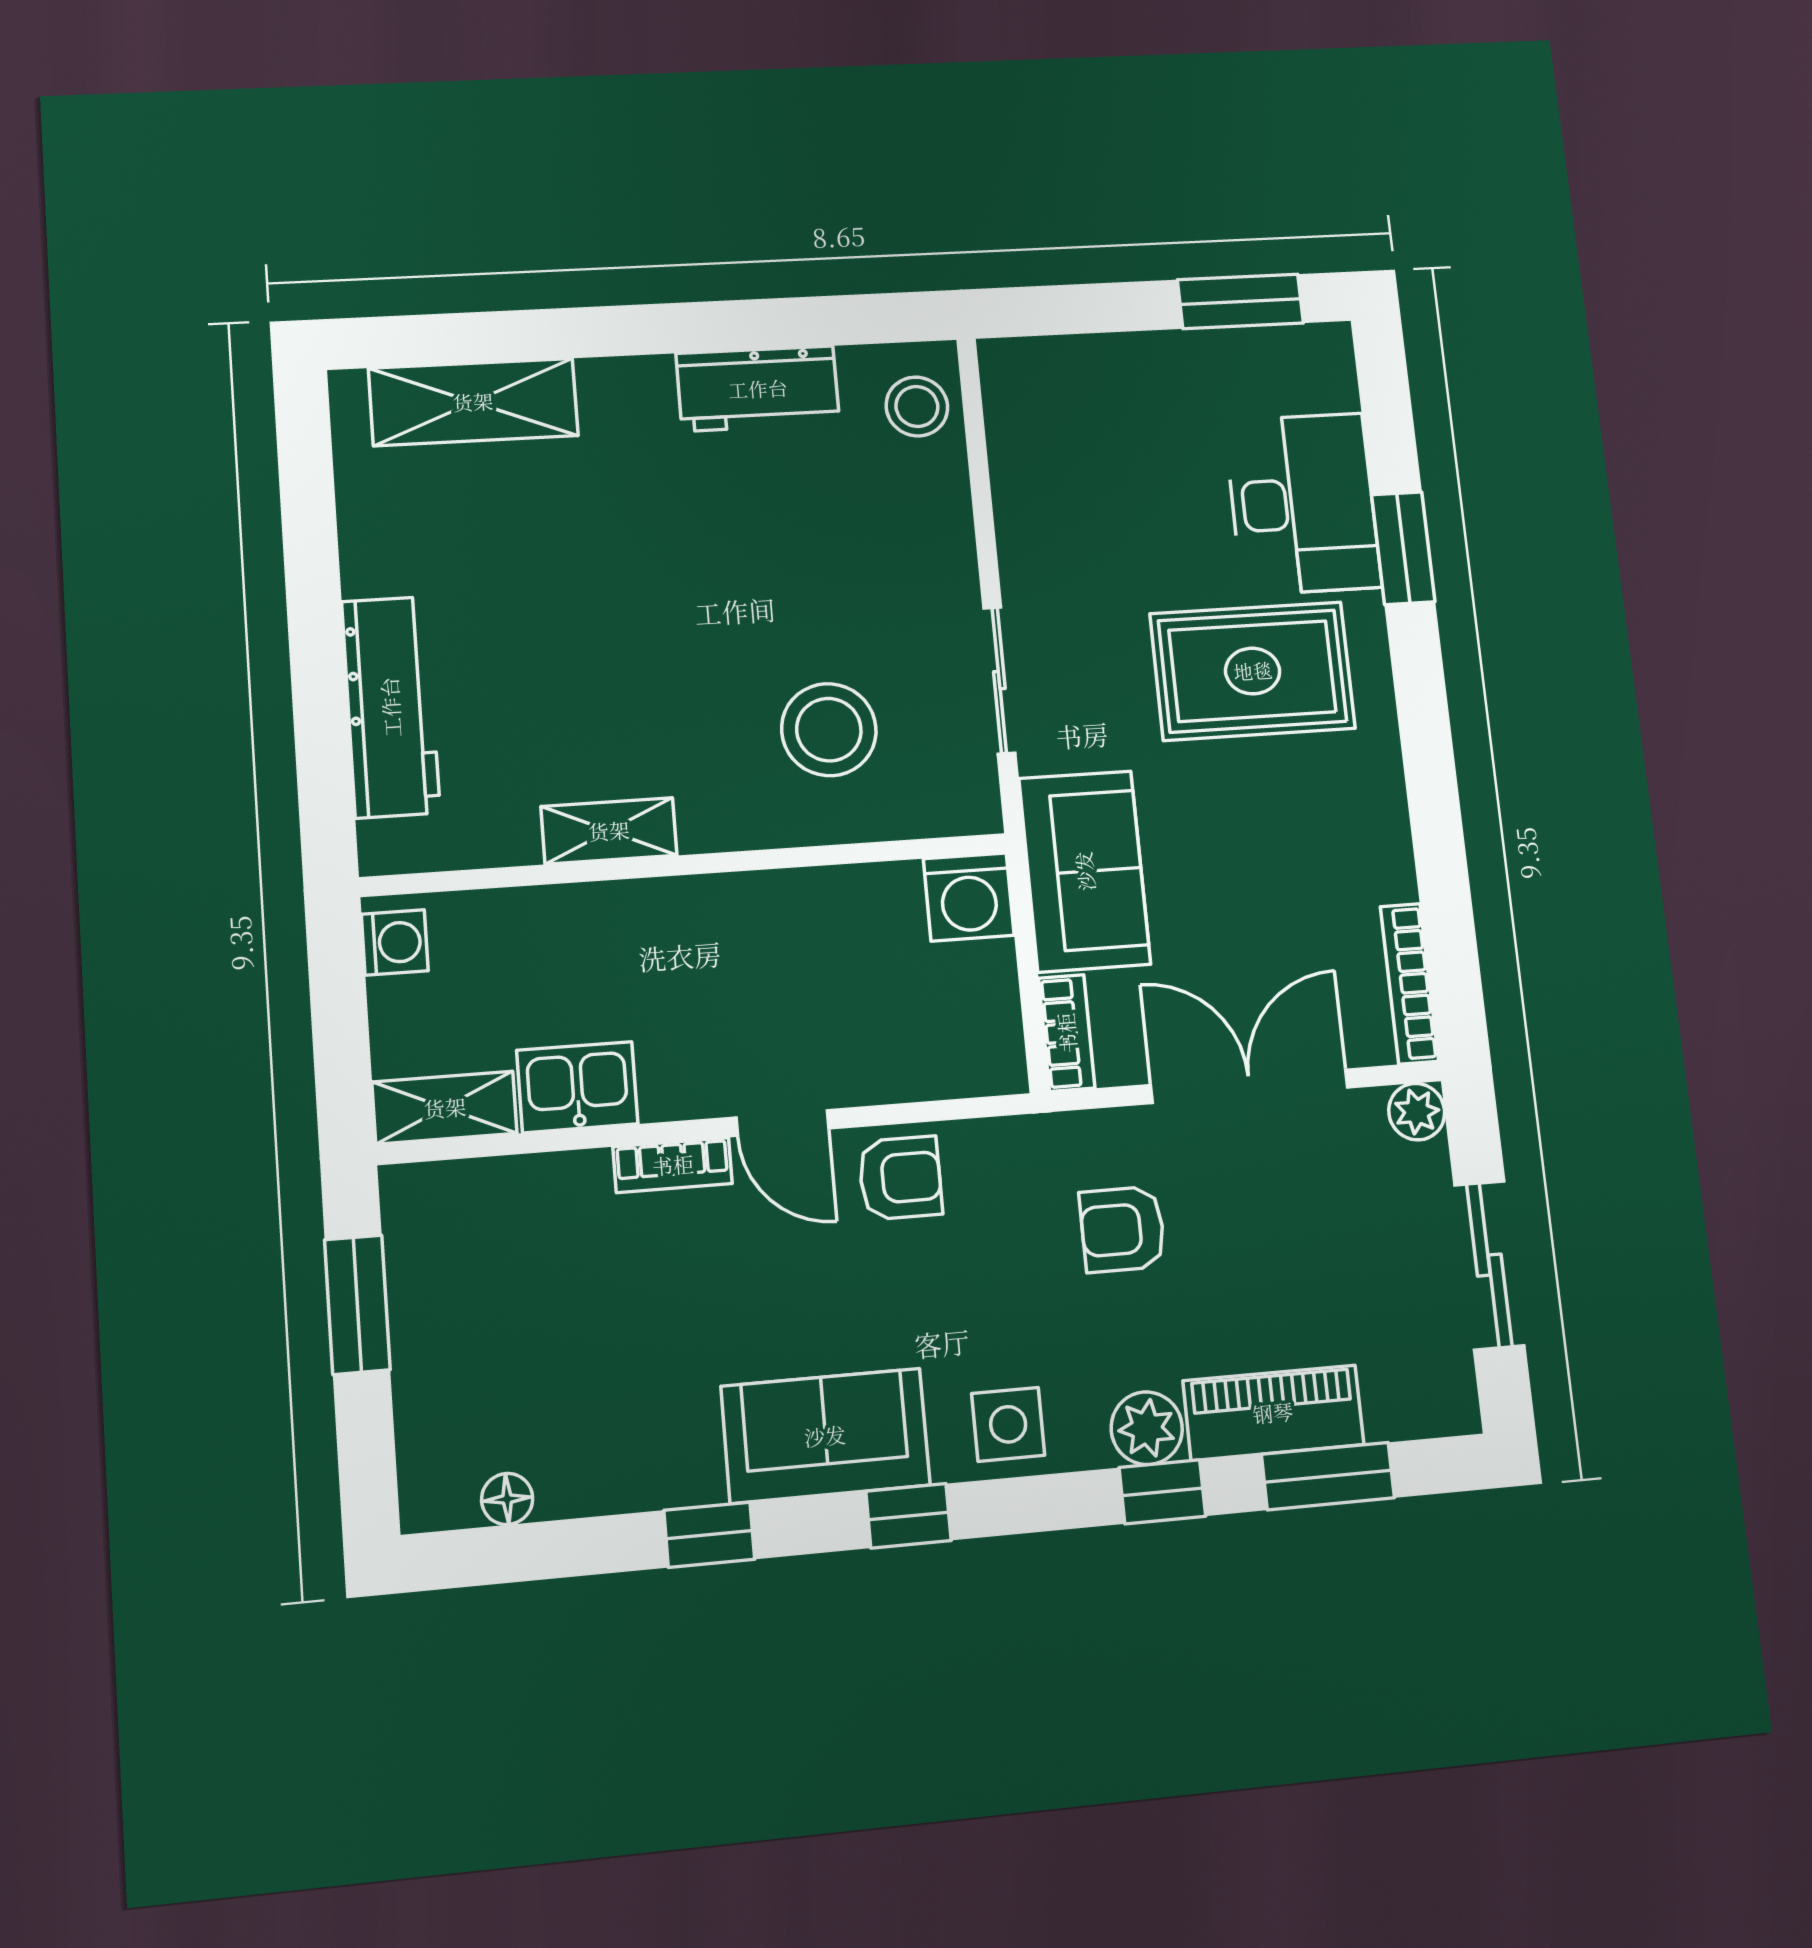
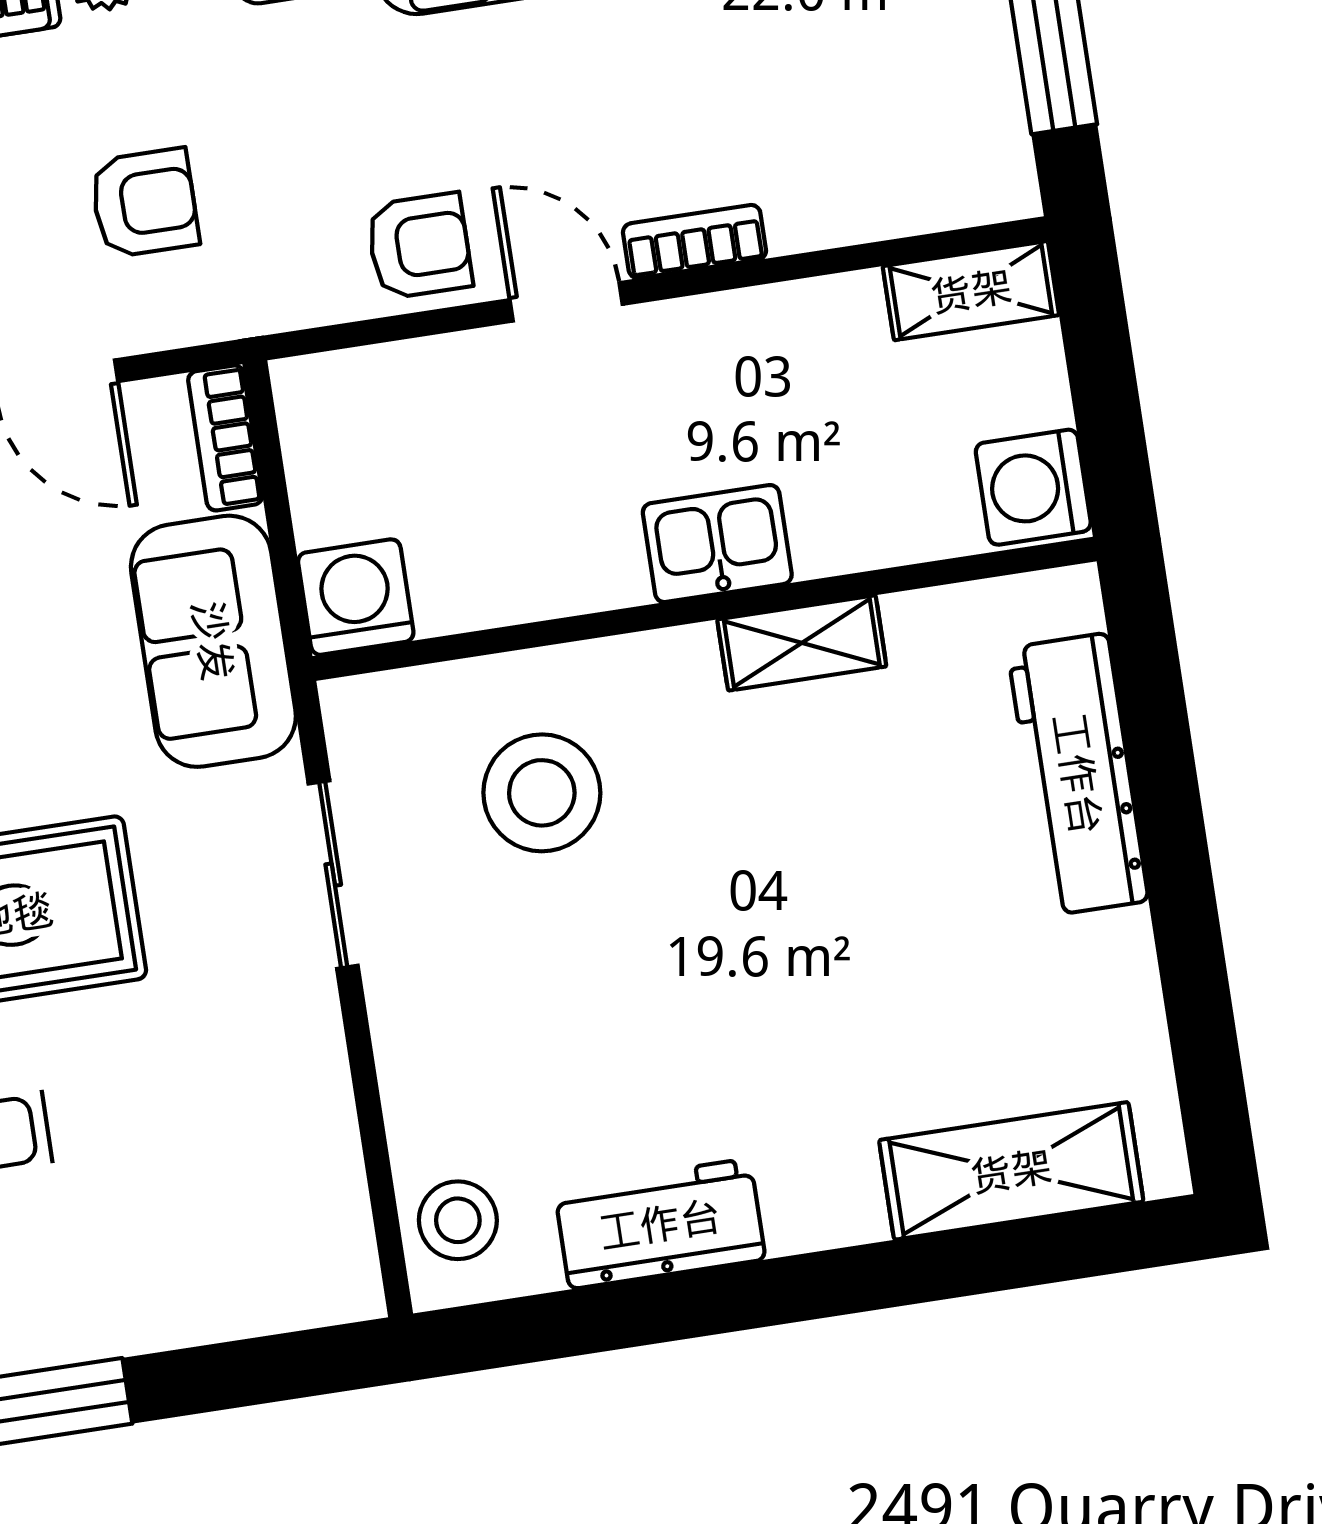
washing machine: (395, 942) -> (1033, 487), width x1.38, depth x1.38
kitchen sink: (577, 1087) -> (717, 544), moved, turned 180
armchair: (900, 1178) -> (419, 246), turned 180

